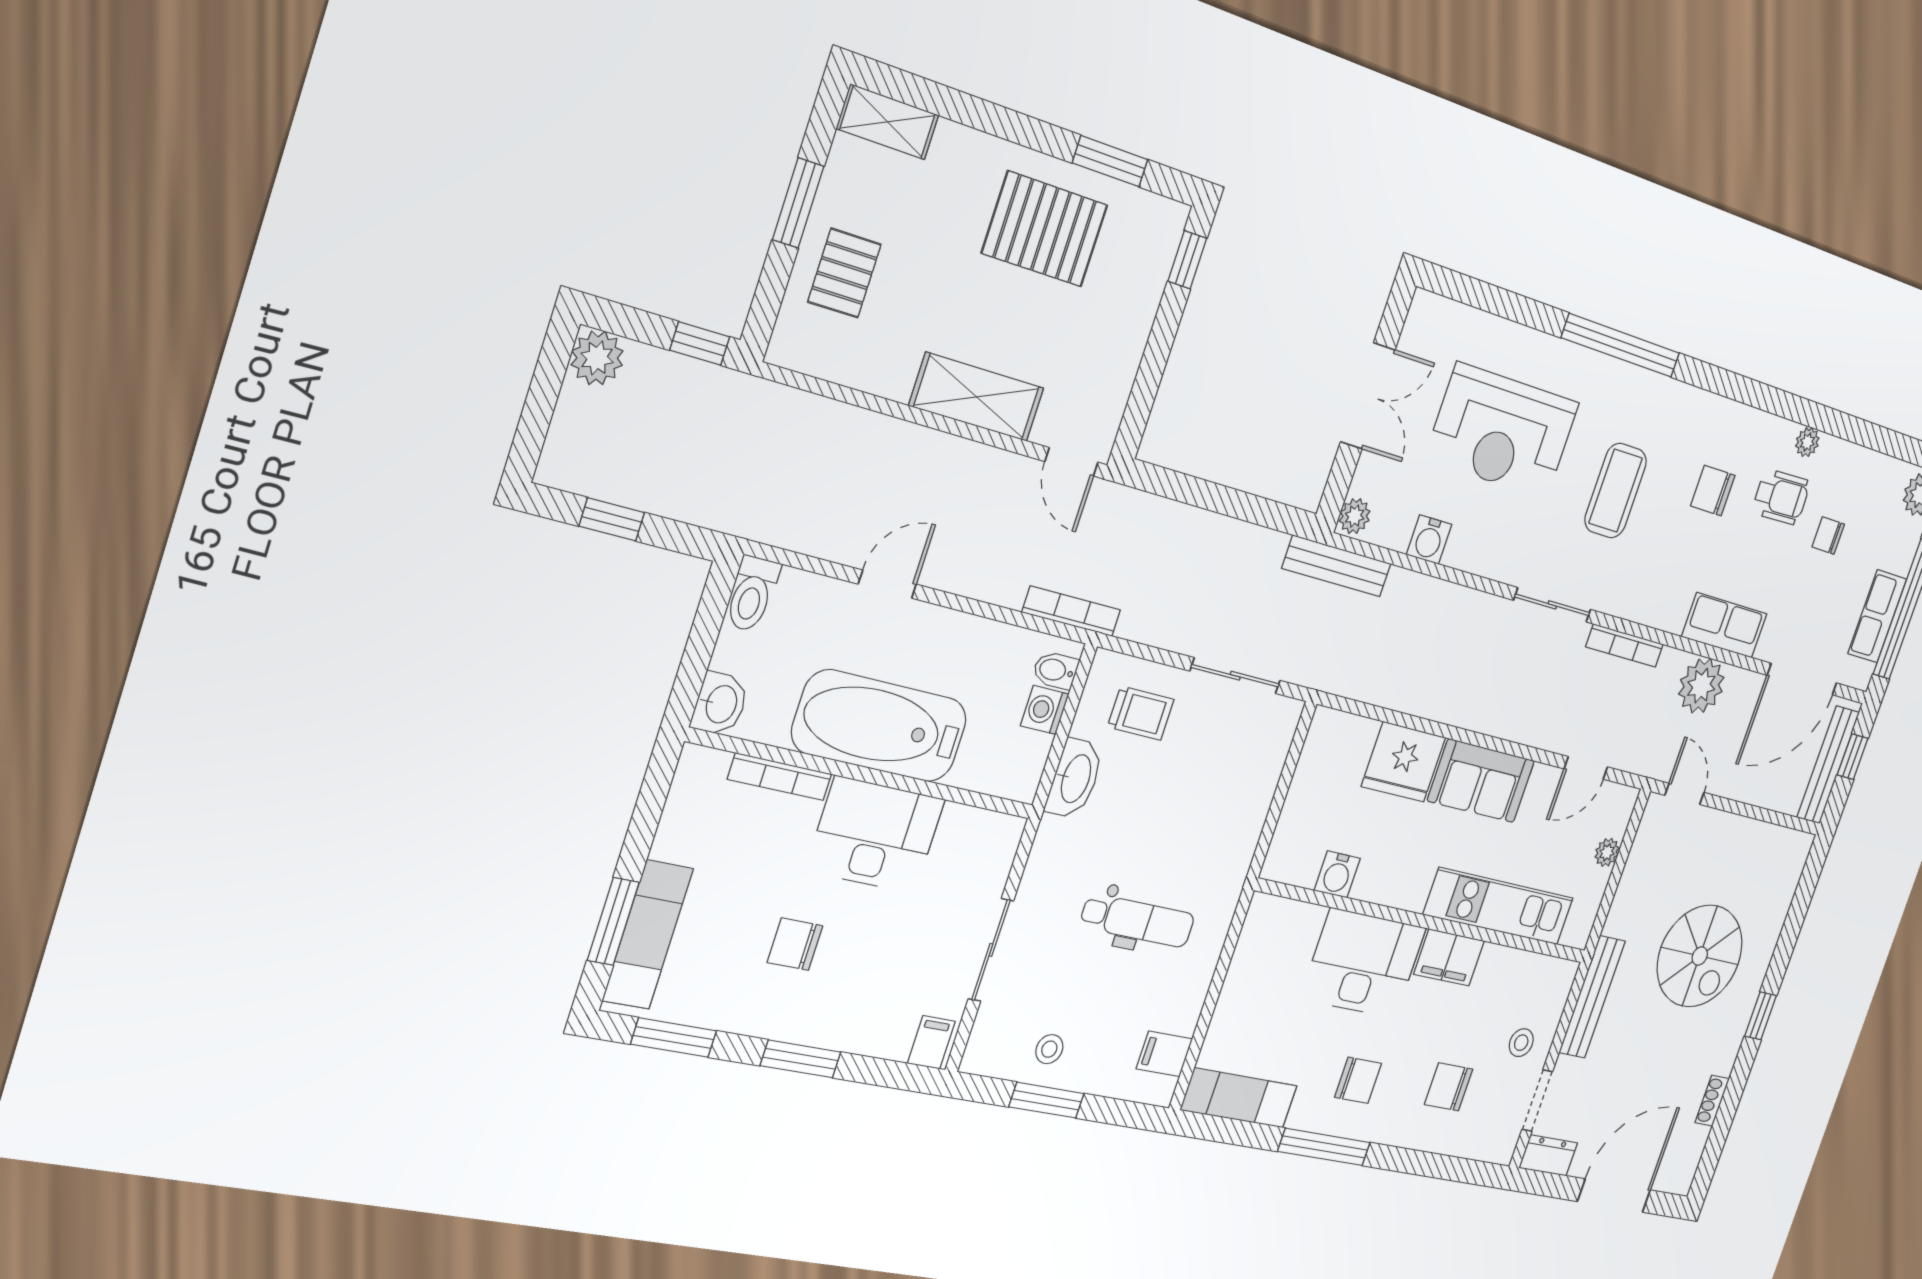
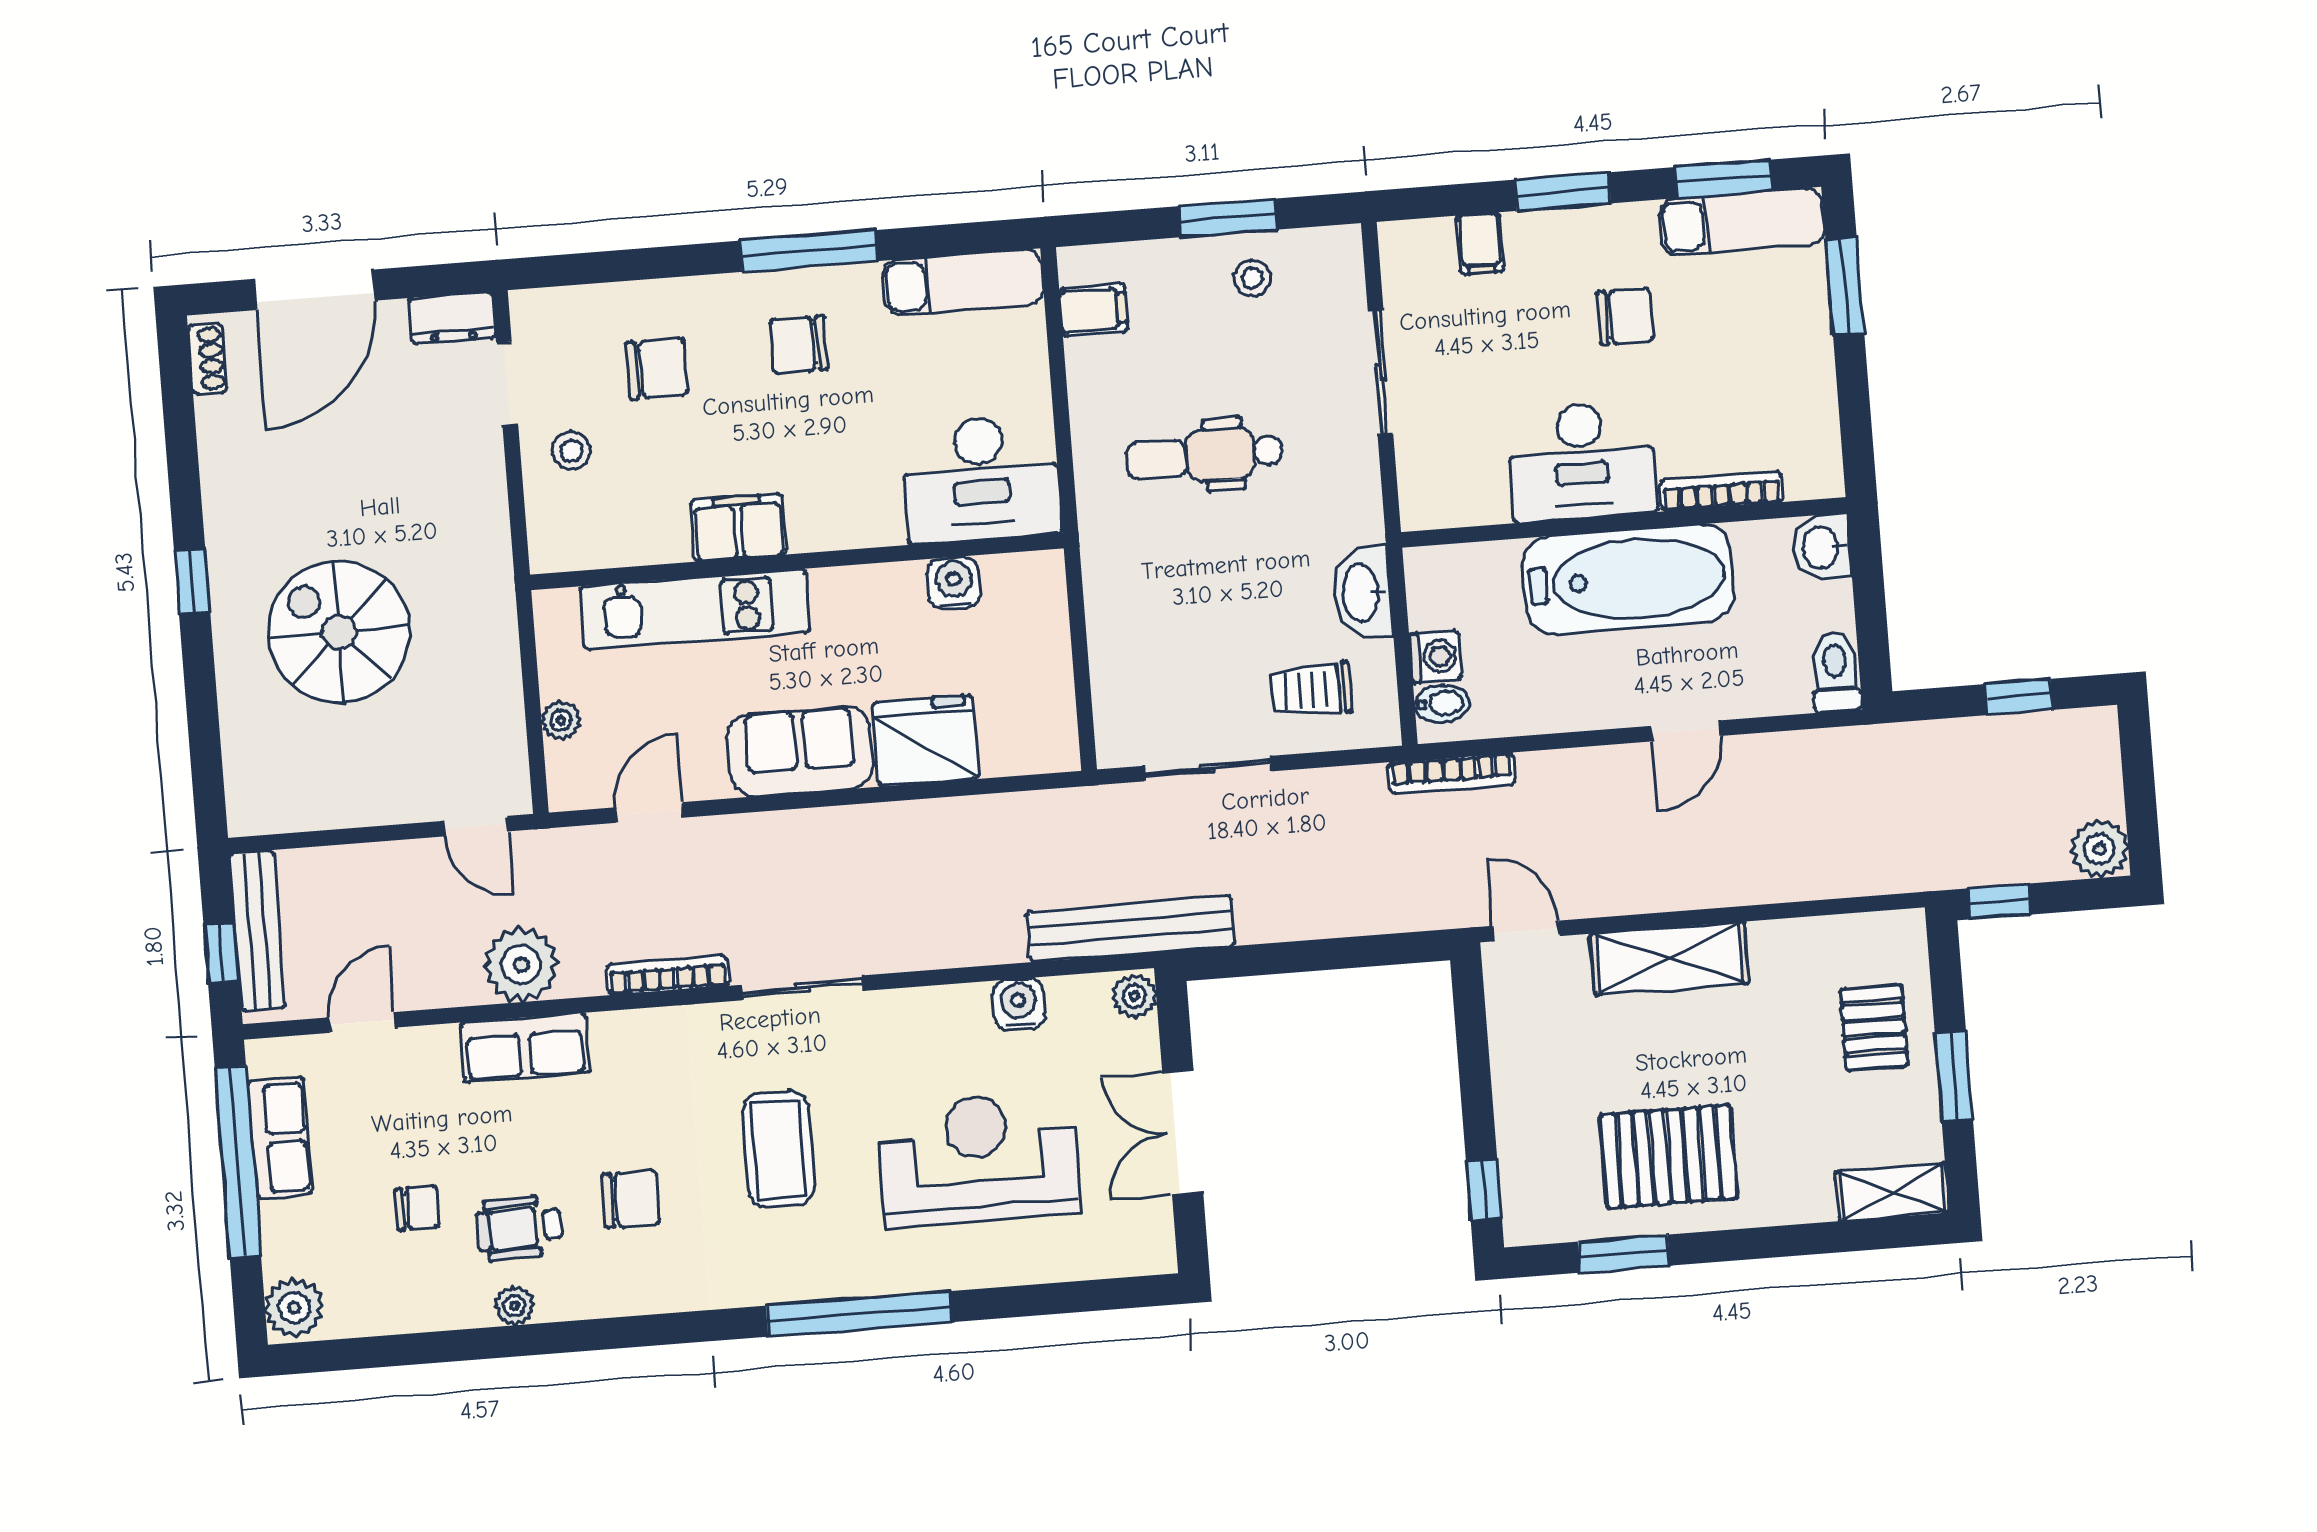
bench: (1337, 566) -> (1131, 929), width x1.37, depth x1.21
door: (1802, 679) -> (362, 1023), width x0.53
exam couch: (648, 935) -> (1742, 222), moved, turned -90
desk: (1363, 963) -> (981, 478), moved
bench: (1592, 997) -> (488, 536), removed
filing cabinet: (931, 1042) -> (1480, 243), moved
shoe rack: (1712, 1101) -> (207, 359), moved

